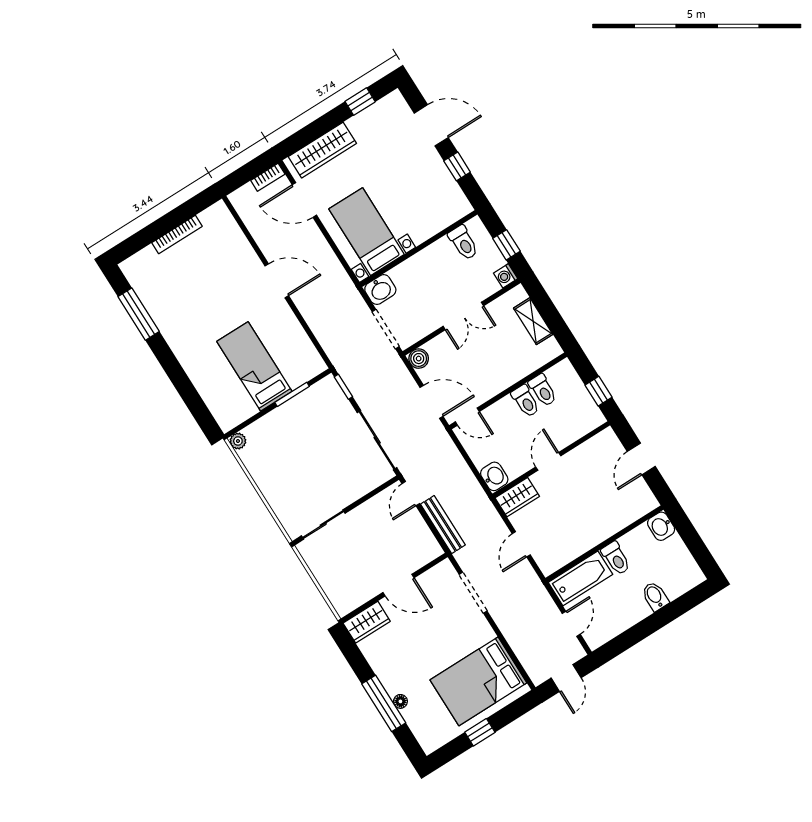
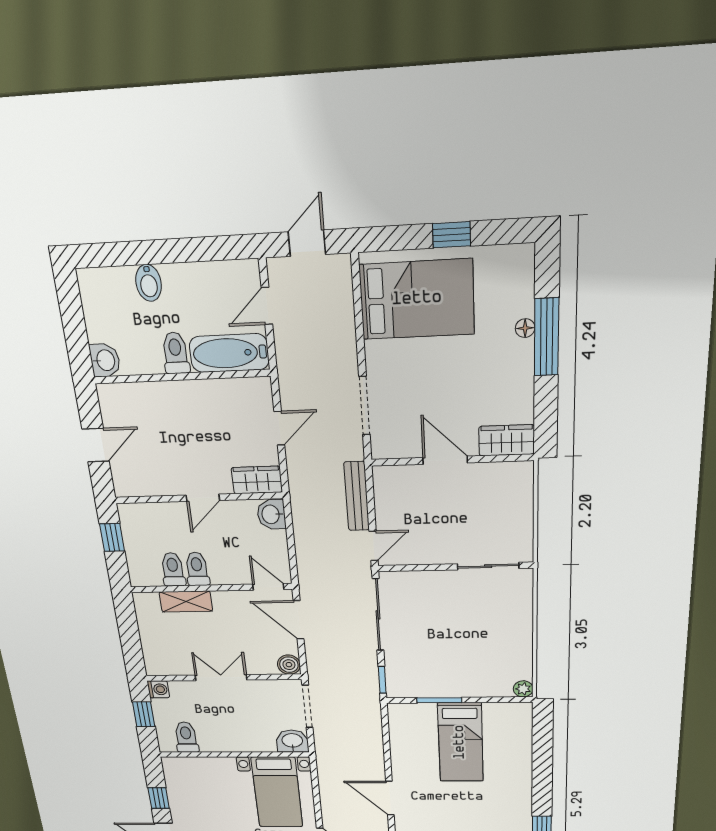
shelving: (533, 321) -> (186, 601), moved, turned 90

